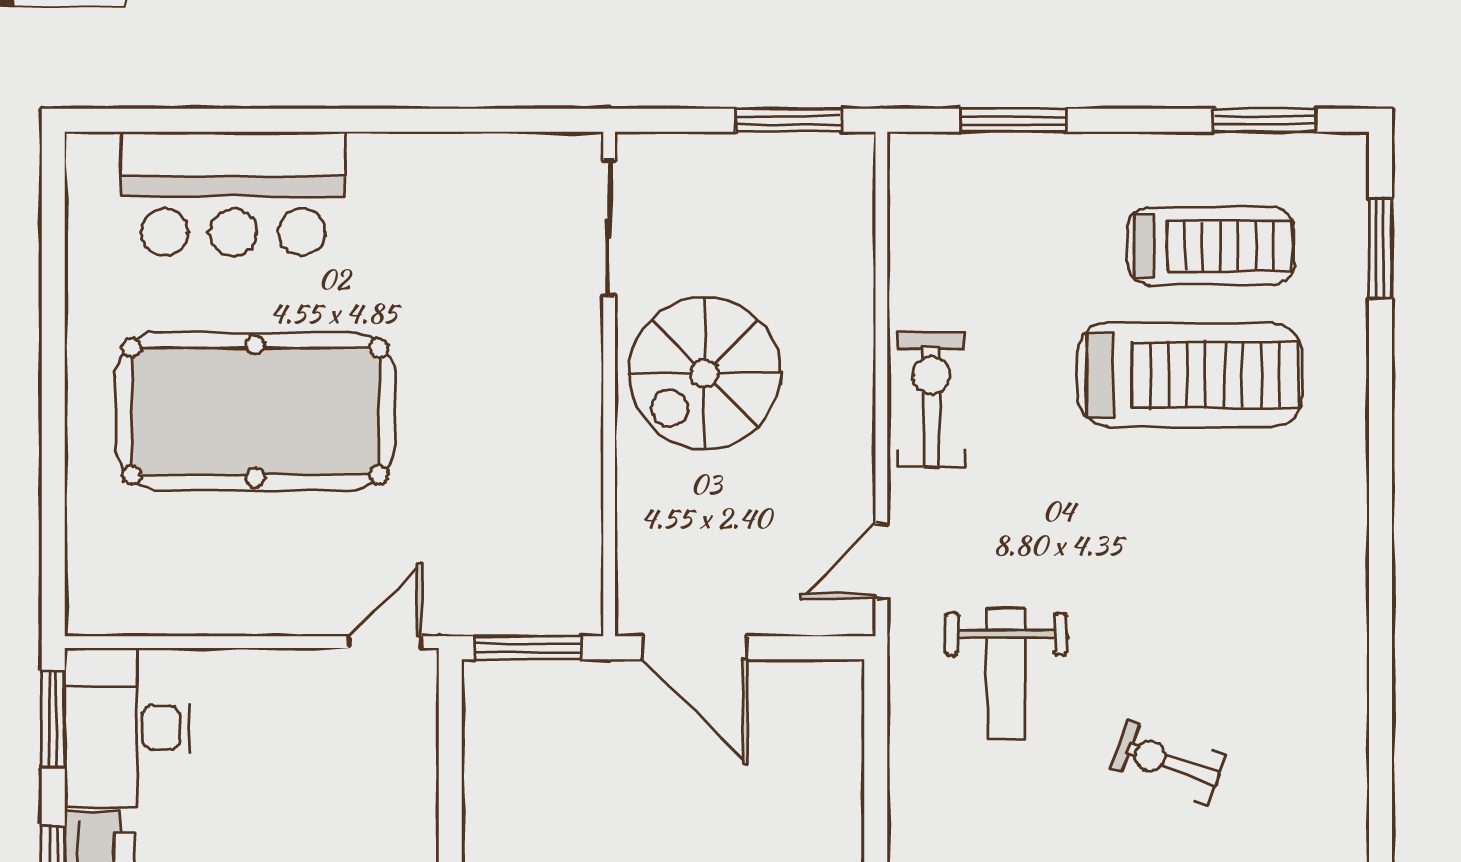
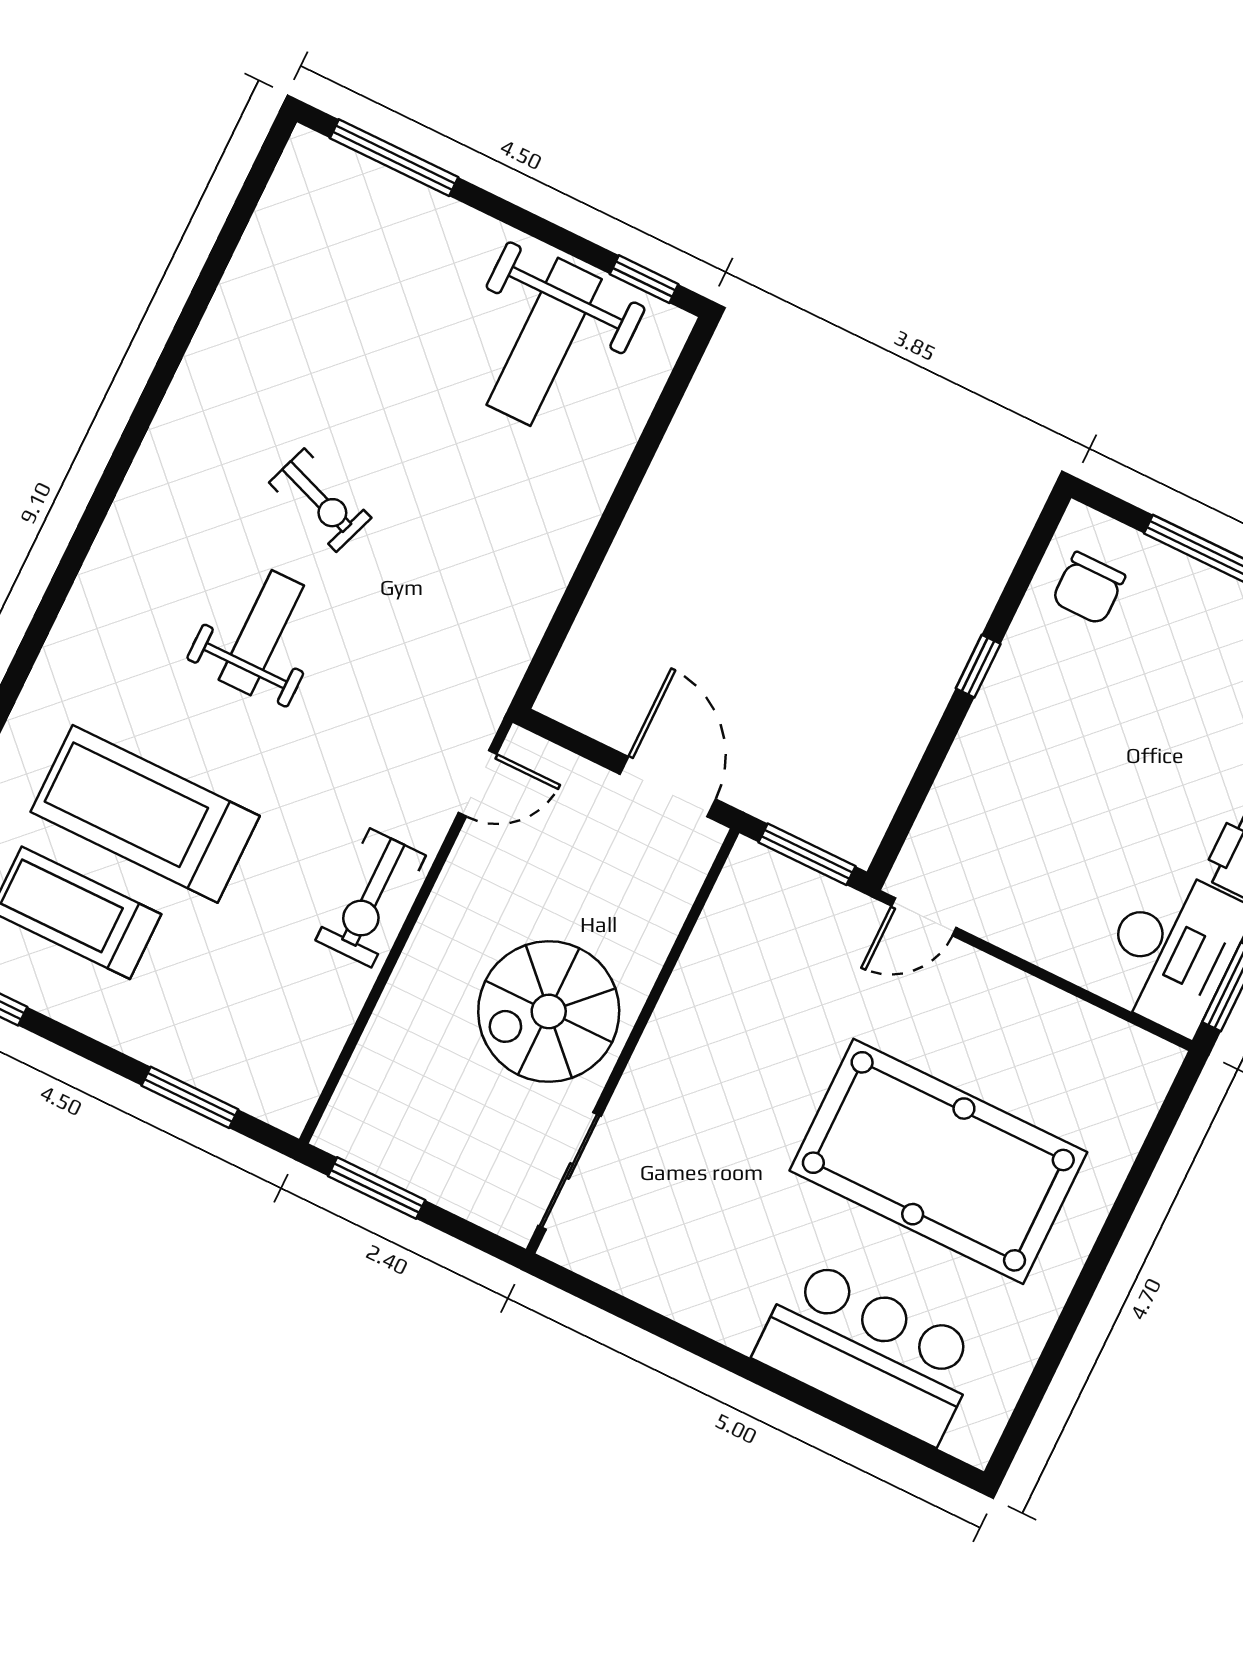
spiral stairs: (705, 373) -> (549, 1011), turned 180
weight bench: (1006, 674) -> (261, 633), moved

